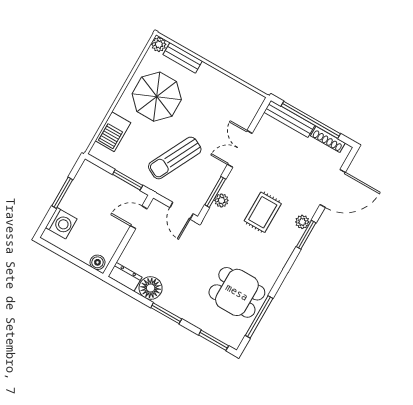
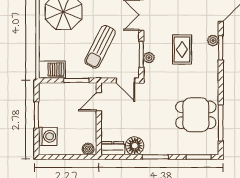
barbecue: (113, 132) -> (52, 70), moved, turned -90

